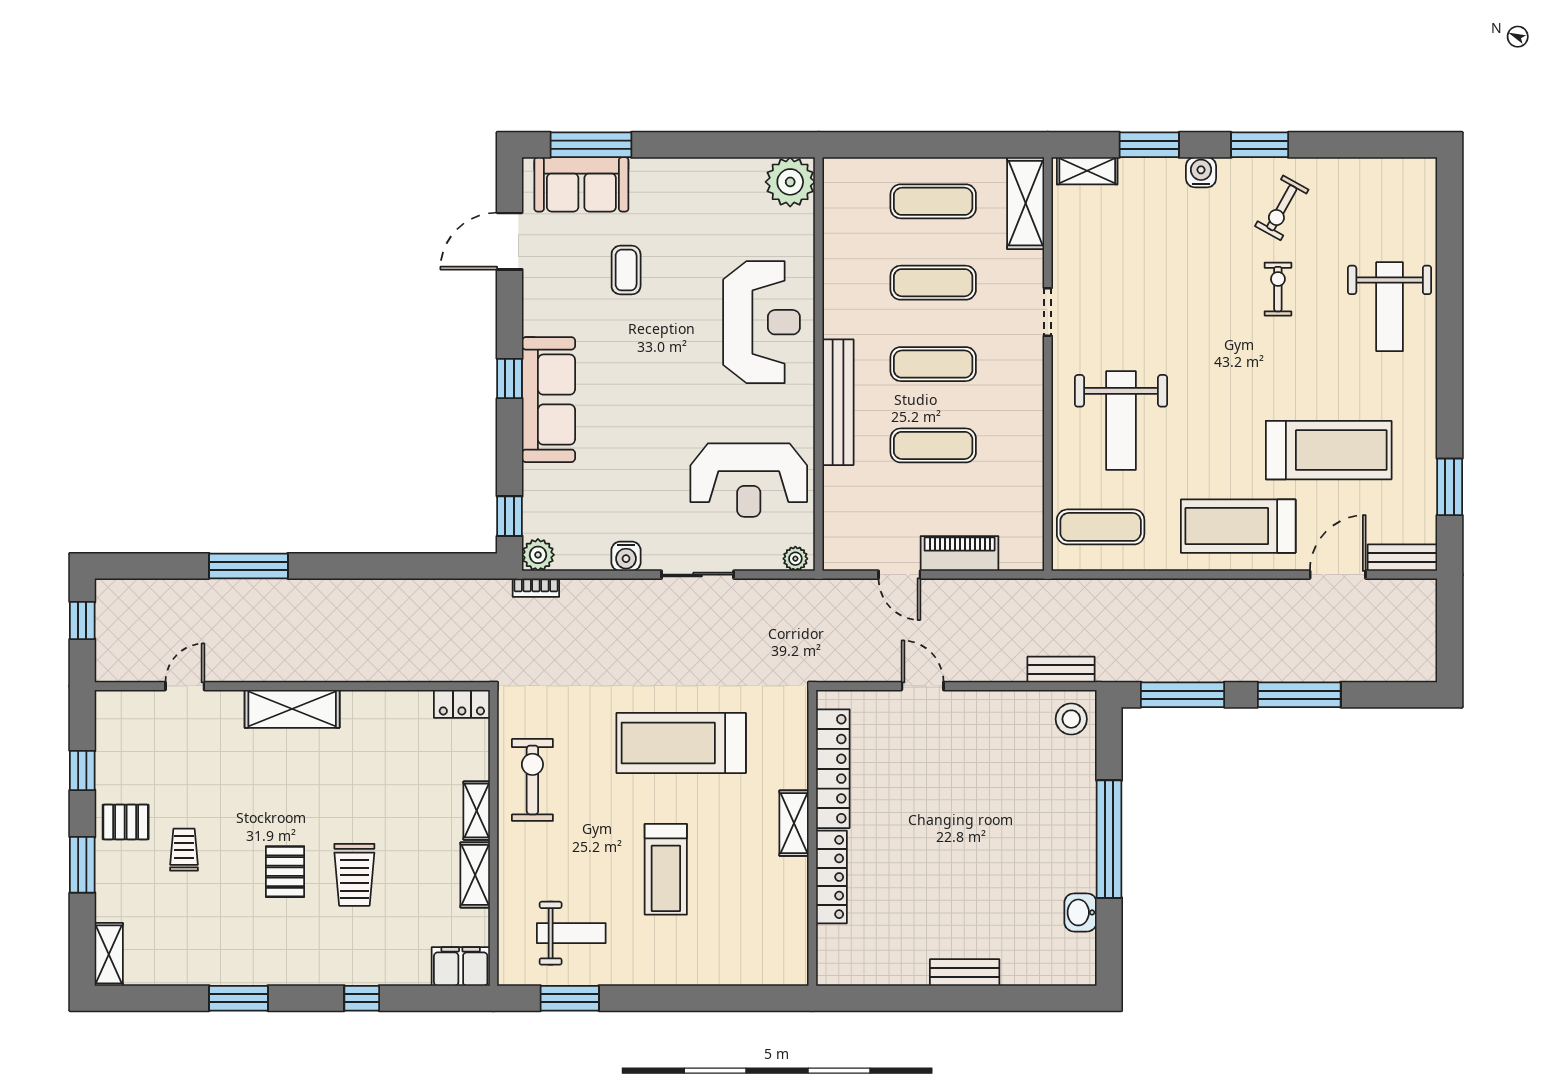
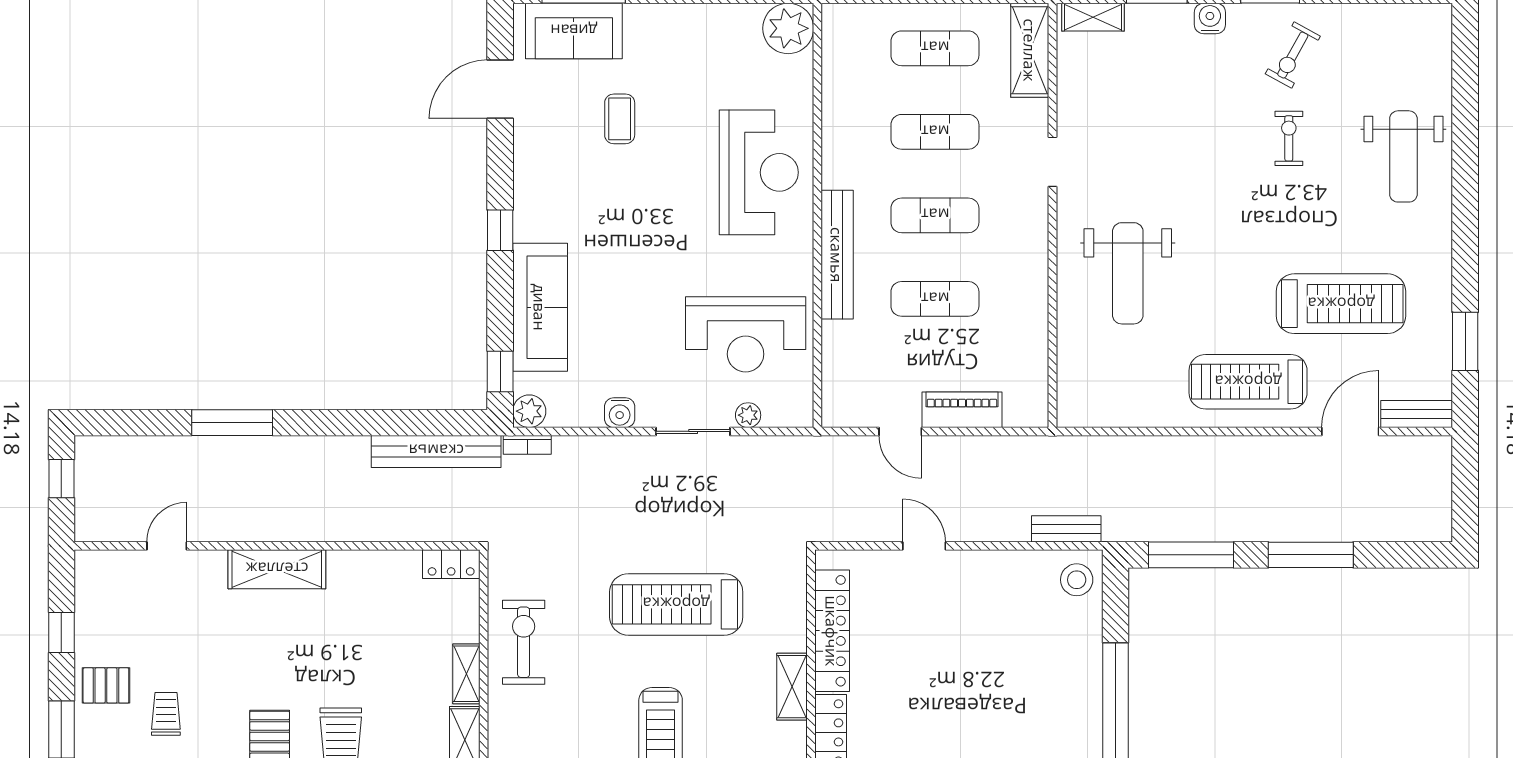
sofa: (549, 400) -> (540, 307), moved
exercise mat: (1101, 527) -> (1107, 383), removed
plant: (795, 559) -> (748, 415), moved
bench: (447, 594) -> (436, 451), added

